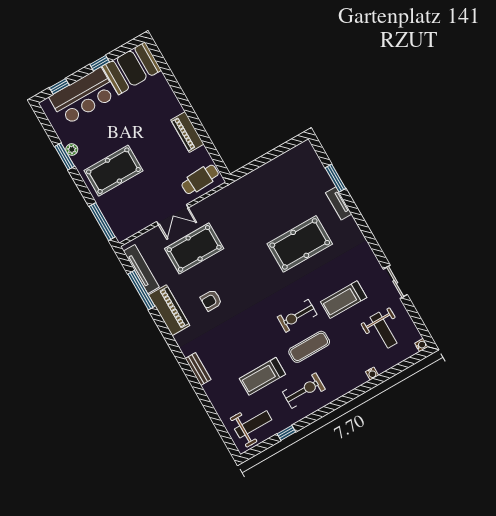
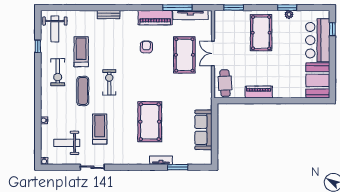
window: (100, 63) -> (332, 62), removed
sofa: (272, 173) -> (203, 130), added
window: (102, 222) -> (234, 8), width x0.69
exercise bike: (297, 316) -> (109, 82), moved

